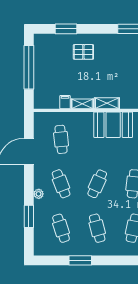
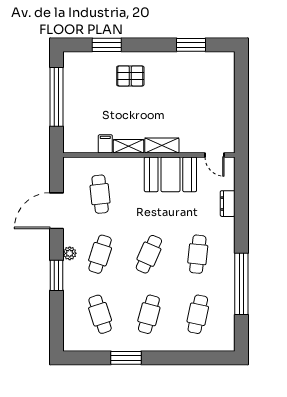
cafe table: (61, 184) -> (100, 254), turned 39
plant: (39, 194) -> (70, 253), moved
window: (29, 216) -> (56, 275), moved
cafe table: (97, 228) -> (149, 314), turned 30

